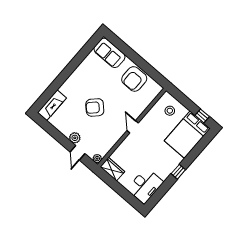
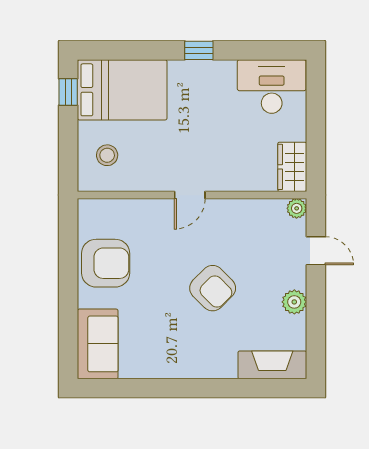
plant: (75, 138) -> (294, 302), moved
door: (78, 153) -> (316, 251), hinge flipped

